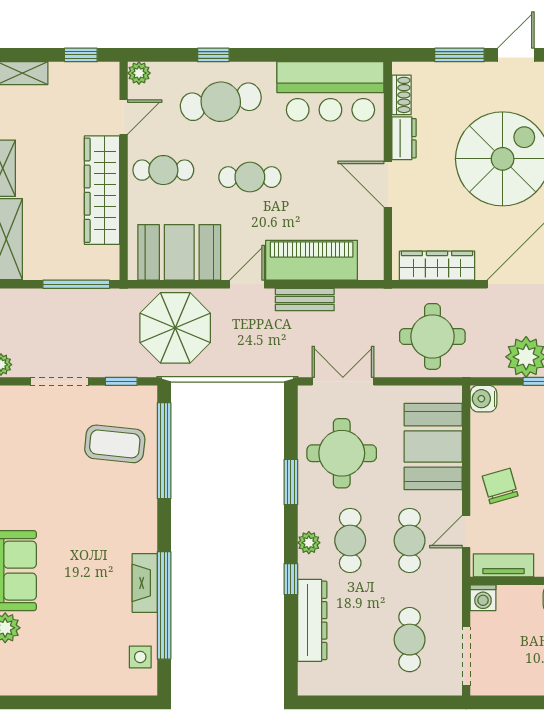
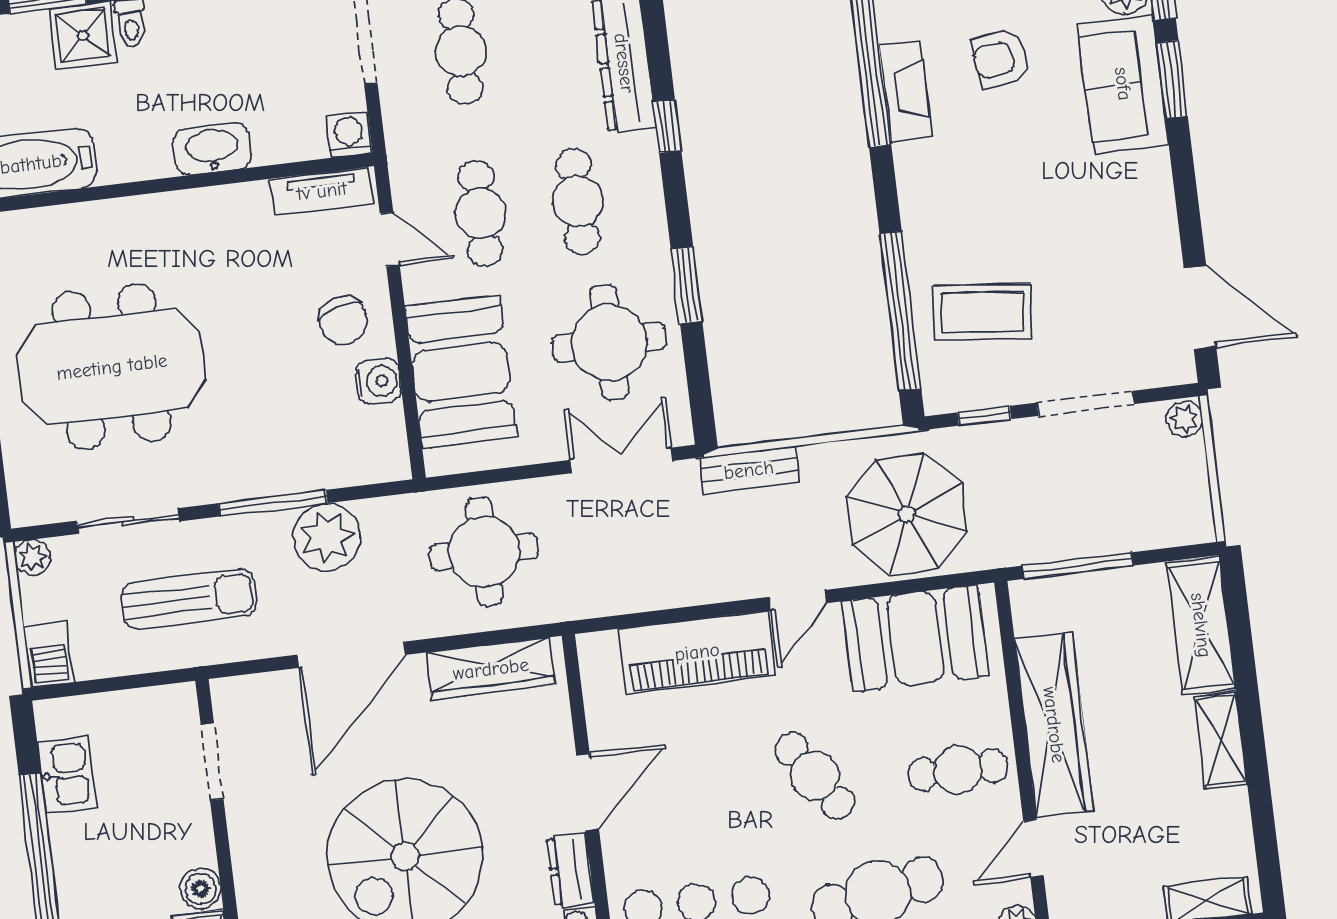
cafe table: (250, 177) -> (815, 776), turned 56
door: (388, 184) -> (588, 792), hinge flipped
bench: (305, 300) -> (749, 470), moved
double door: (343, 381) -> (622, 460), swing flipped
water cooler: (484, 399) -> (378, 381), moved
door: (466, 532) -> (390, 239), hinge flipped
plant: (309, 543) -> (645, 189), removed
armchair: (85, 596) -> (1001, 58), added

